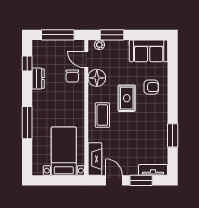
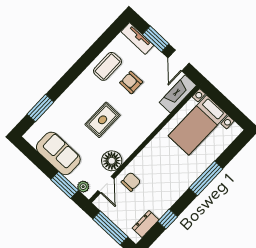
sofa: (149, 51) -> (58, 153), moved
window: (27, 63) -> (168, 219), moved
dresser: (38, 79) -> (146, 224), moved
armchair: (151, 87) -> (131, 82), moved
coffee table: (102, 115) -> (107, 66), moved
window: (173, 135) -> (40, 108), moved

